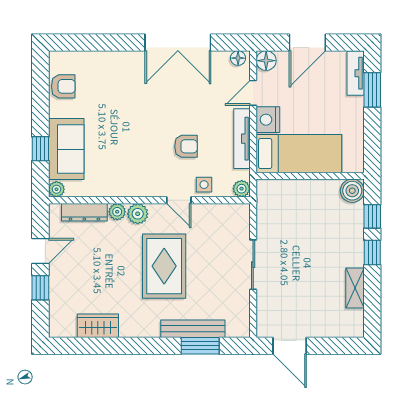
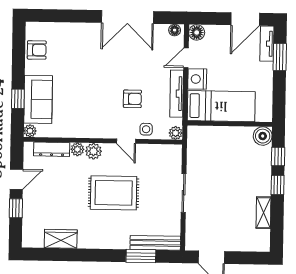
door: (307, 42) -> (245, 19), moved
rug: (164, 266) -> (114, 193), turned 90
bench: (193, 329) -> (155, 243), moved

